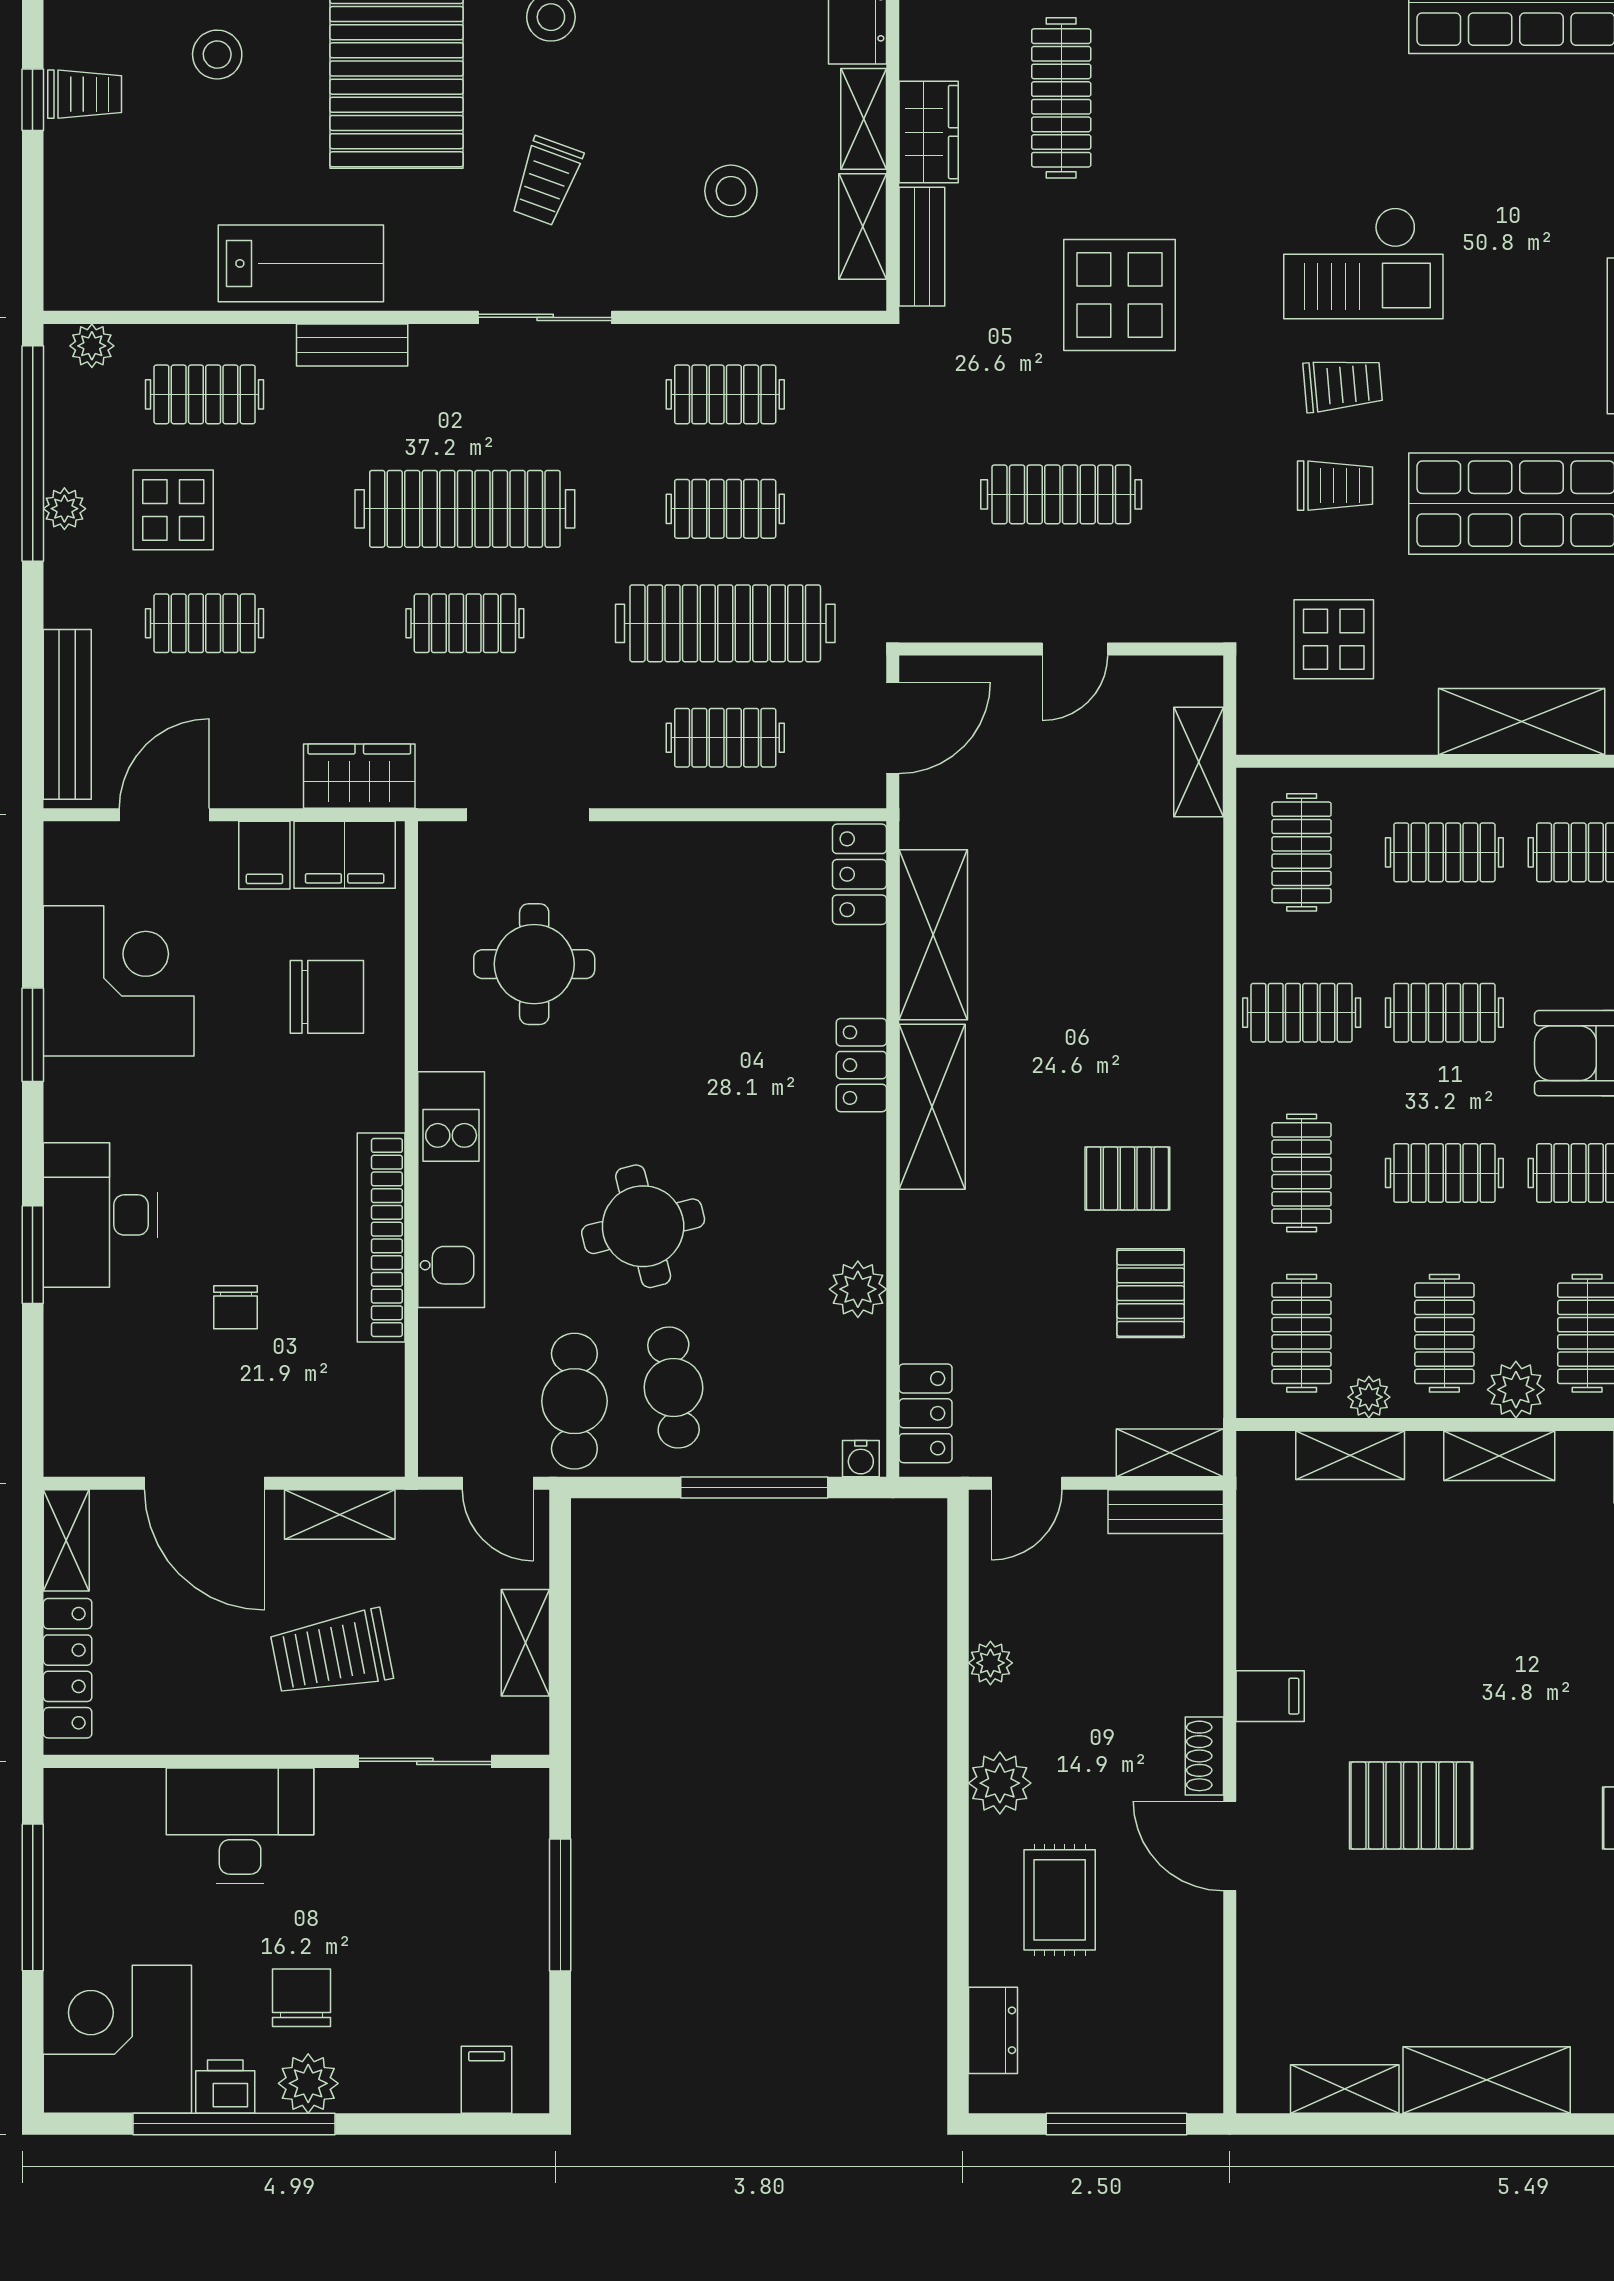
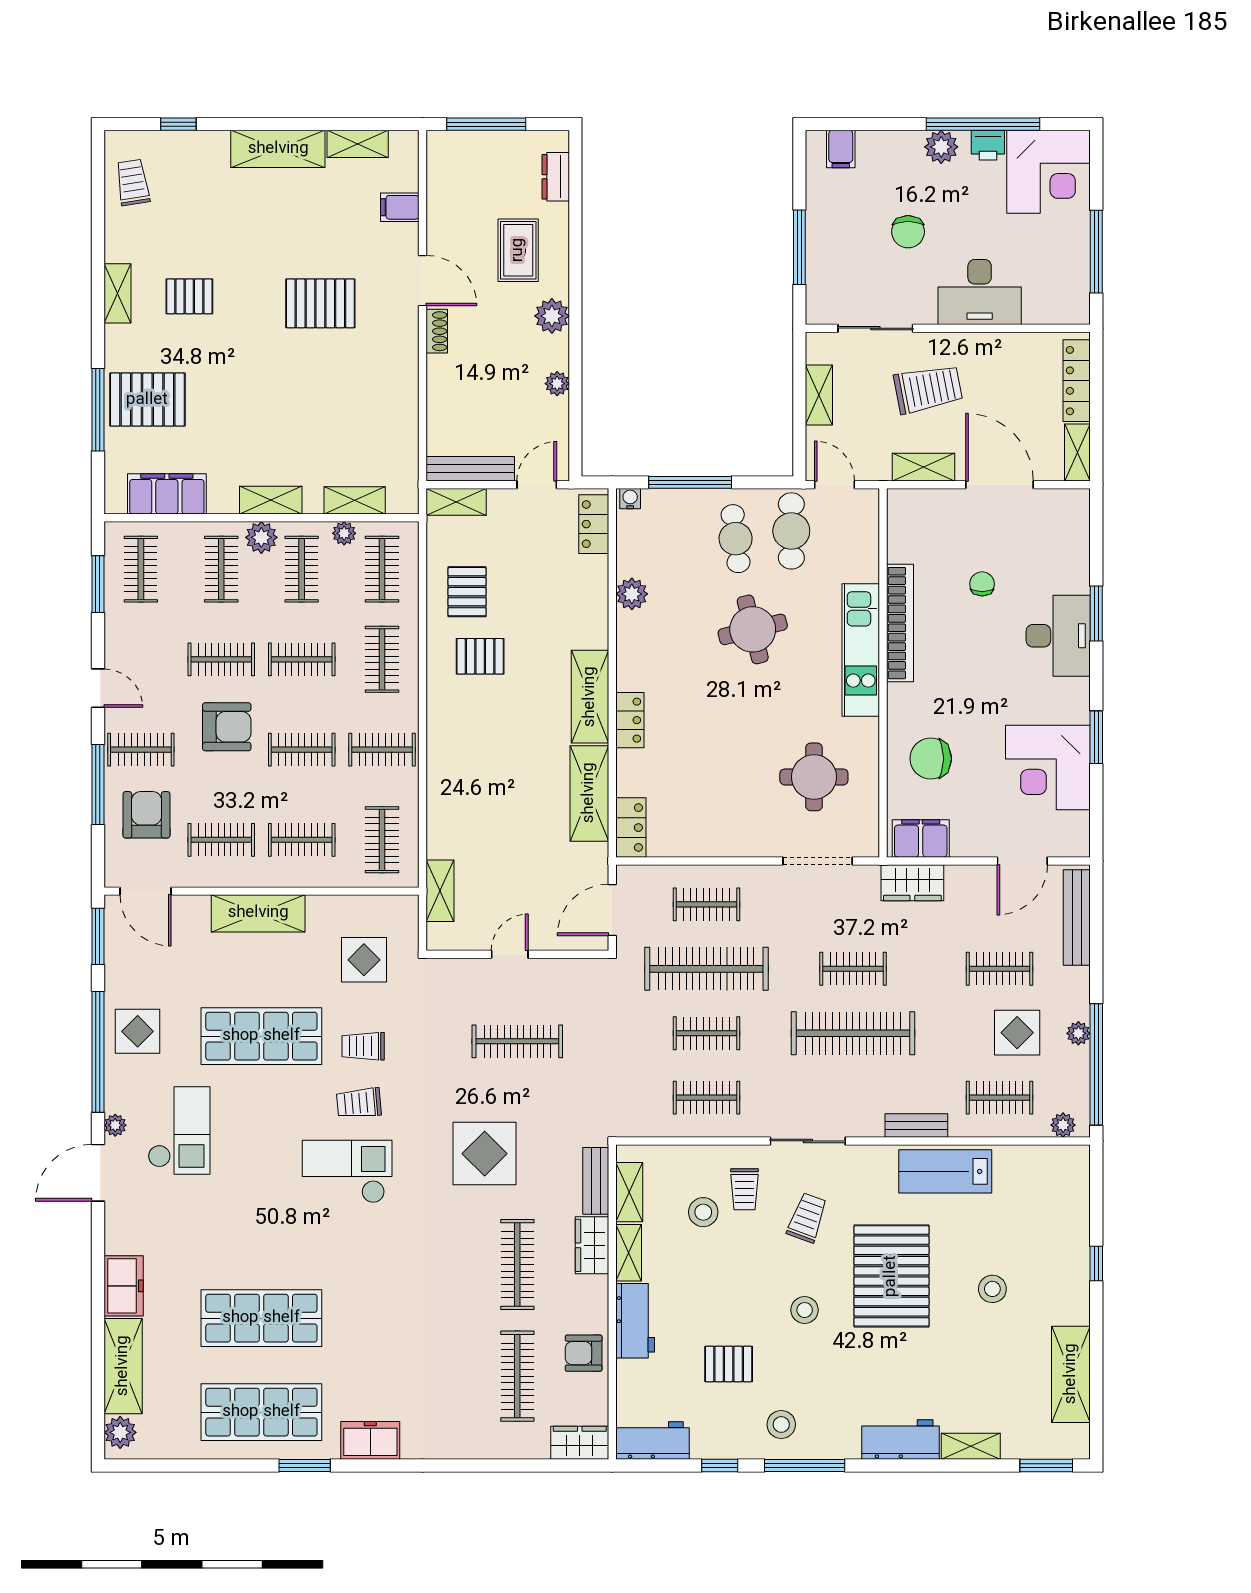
trolley: (85, 94) -> (744, 1189), moved, turned -90
filing cabinet: (264, 855) -> (966, 838), removed
bench: (1166, 1512) -> (470, 469), width x1.36
filing cabinet: (1270, 1696) -> (400, 207), moved
chair: (302, 1998) -> (908, 232), moved

